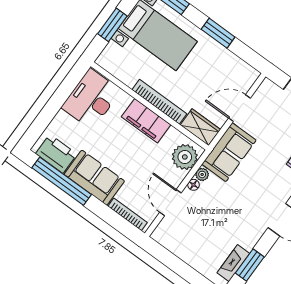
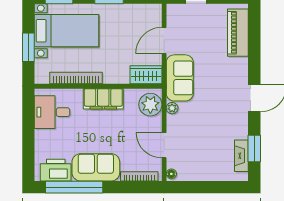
desk: (91, 99) -> (52, 112), width x0.73
bookcase: (159, 102) -> (76, 78), moved
floor lamp: (194, 185) -> (171, 174), moved

